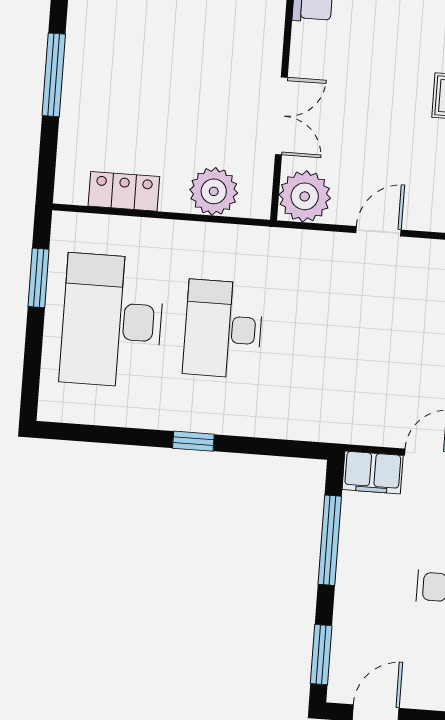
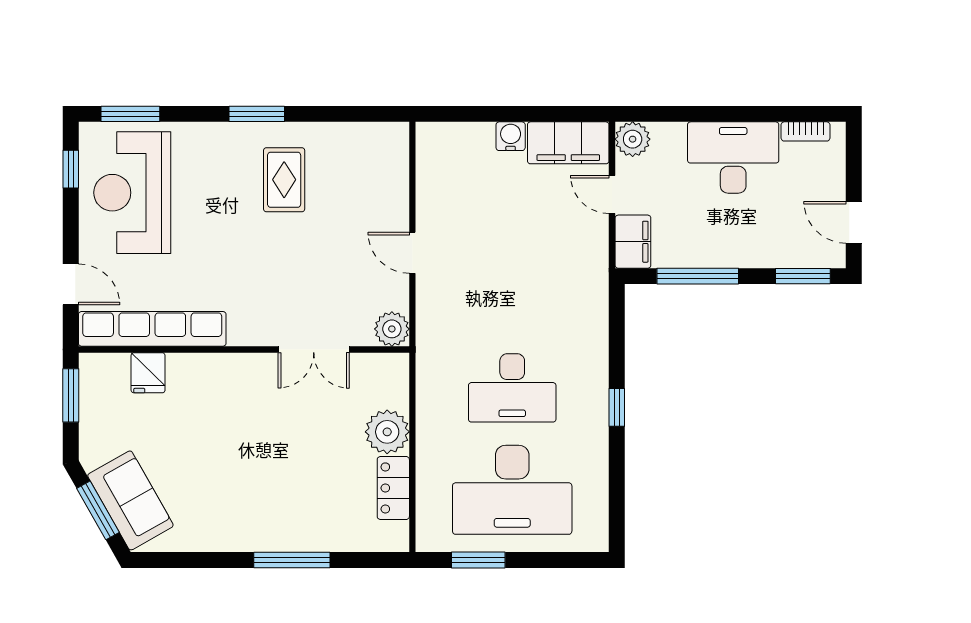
double door: (281, 116) -> (314, 349), swing flipped
plant: (214, 191) -> (387, 432), moved
plant: (305, 196) -> (392, 329), width x0.73, depth x0.73

